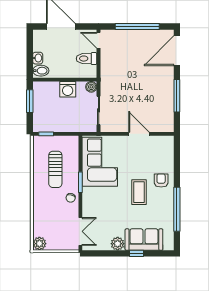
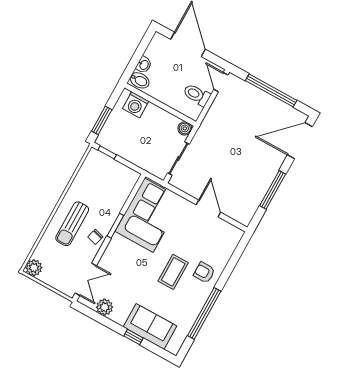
washing machine: (68, 89) -> (136, 105), moved
window: (30, 101) -> (102, 120), moved
sun lounger: (55, 169) -> (72, 224), moved
armchair: (161, 180) -> (204, 272), turned -90
plant: (118, 244) -> (105, 307), moved

